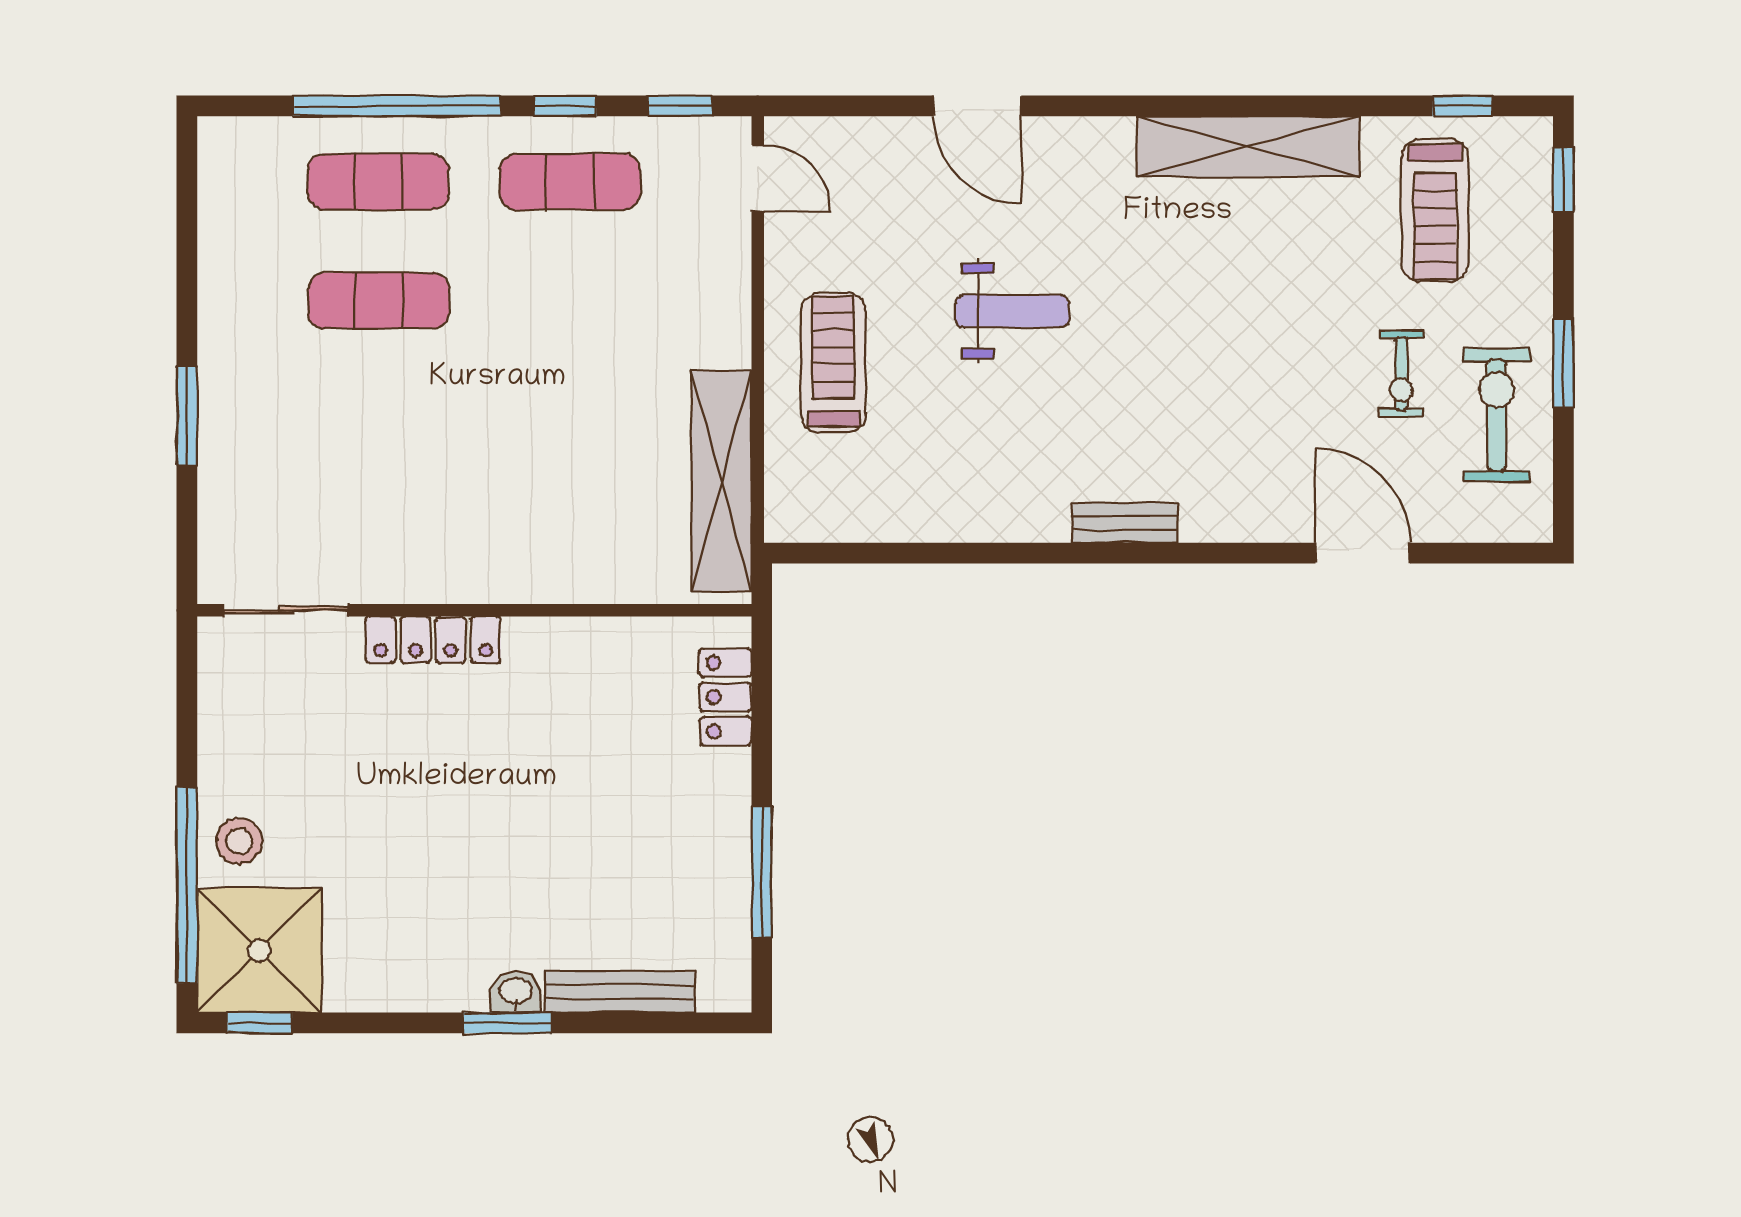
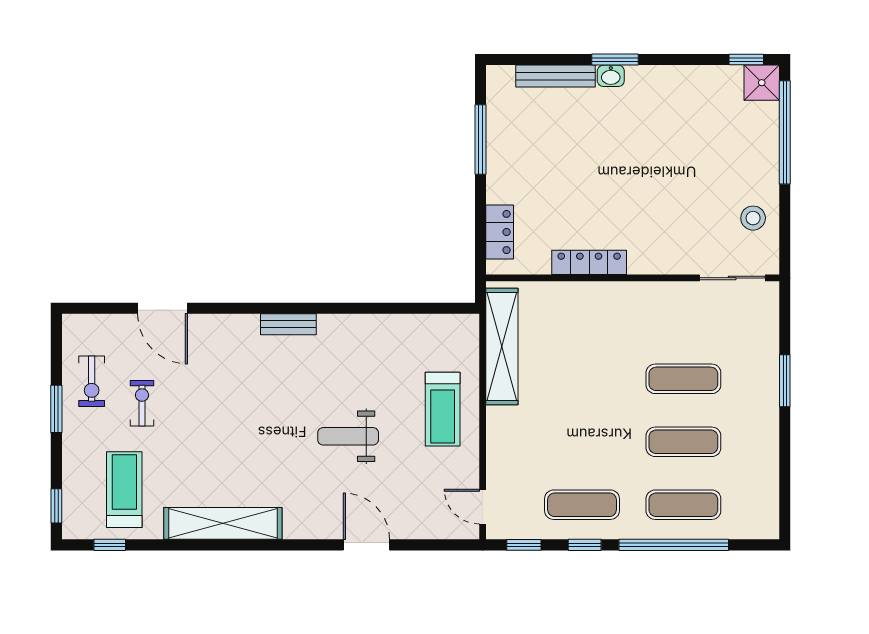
exercise bike: (1497, 415) -> (92, 381), width x0.73, depth x0.72
exercise mat: (378, 420) -> (683, 379), added
locker: (433, 640) -> (589, 262), moved
stool: (239, 841) -> (753, 218), moved
shower: (259, 950) -> (762, 83), width x0.54, depth x0.54

